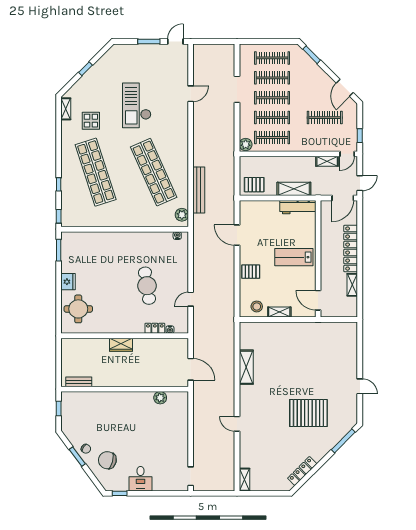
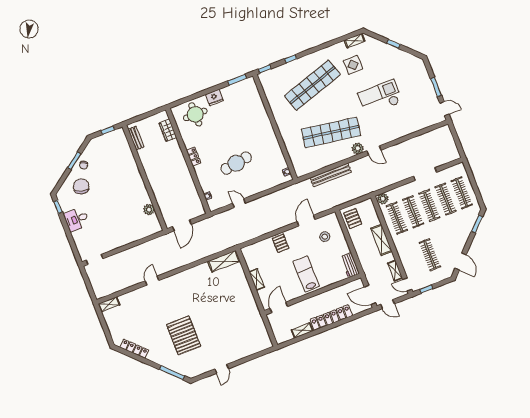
door: (345, 88) -> (461, 262), swing flipped
door: (191, 94) -> (374, 150), moved
shop shelf: (154, 172) -> (331, 132), turned 33
shelving: (294, 189) -> (381, 240), moved
workbench: (298, 207) -> (350, 265), width x0.73
plant: (182, 215) -> (358, 148), moved
stool: (257, 306) -> (325, 237), moved
locker: (155, 328) -> (194, 157), moved
wardrobe: (121, 345) -> (168, 130), moved
shelving: (246, 367) -> (224, 261), moved

